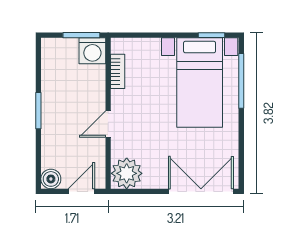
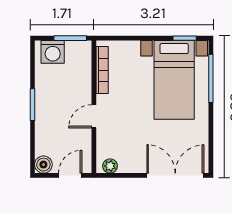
washing machine: (92, 51) -> (53, 52), moved
bookcase: (118, 71) -> (102, 70), width x1.56
plant: (127, 173) -> (110, 166), width x0.53, depth x0.53

